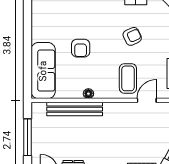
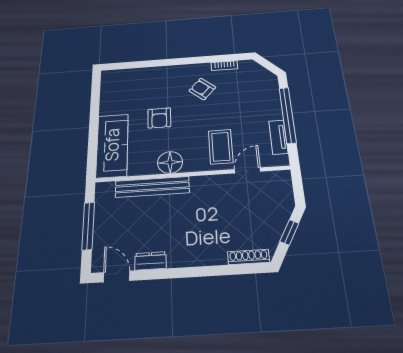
armchair: (132, 36) -> (202, 89), moved, turned -114
floor lamp: (88, 94) -> (170, 162), width x1.89, depth x1.89

